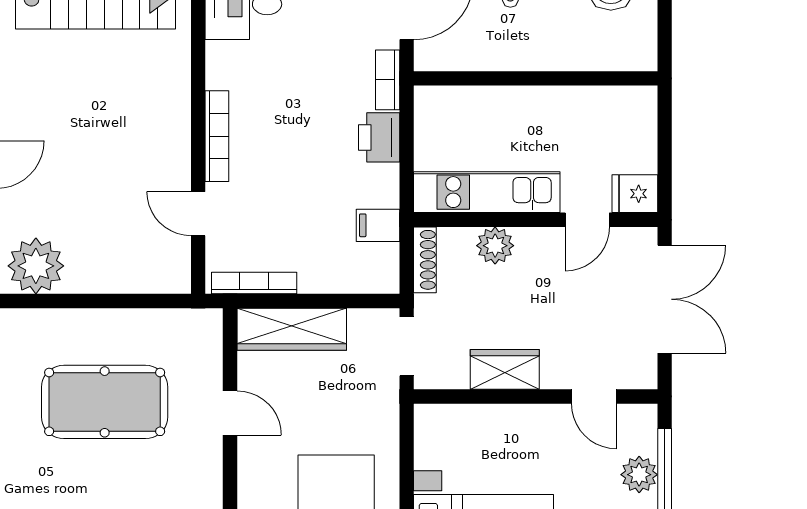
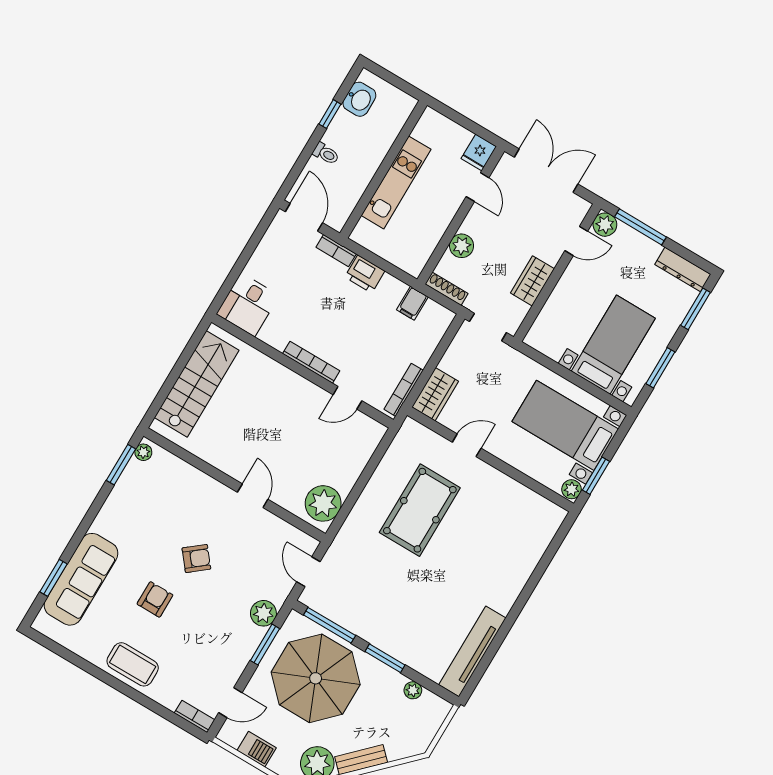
kitchen unit: (487, 192) -> (396, 182), moved, turned 180
wardrobe: (292, 329) -> (435, 394), width x0.67
plant: (639, 475) -> (605, 225), moved

